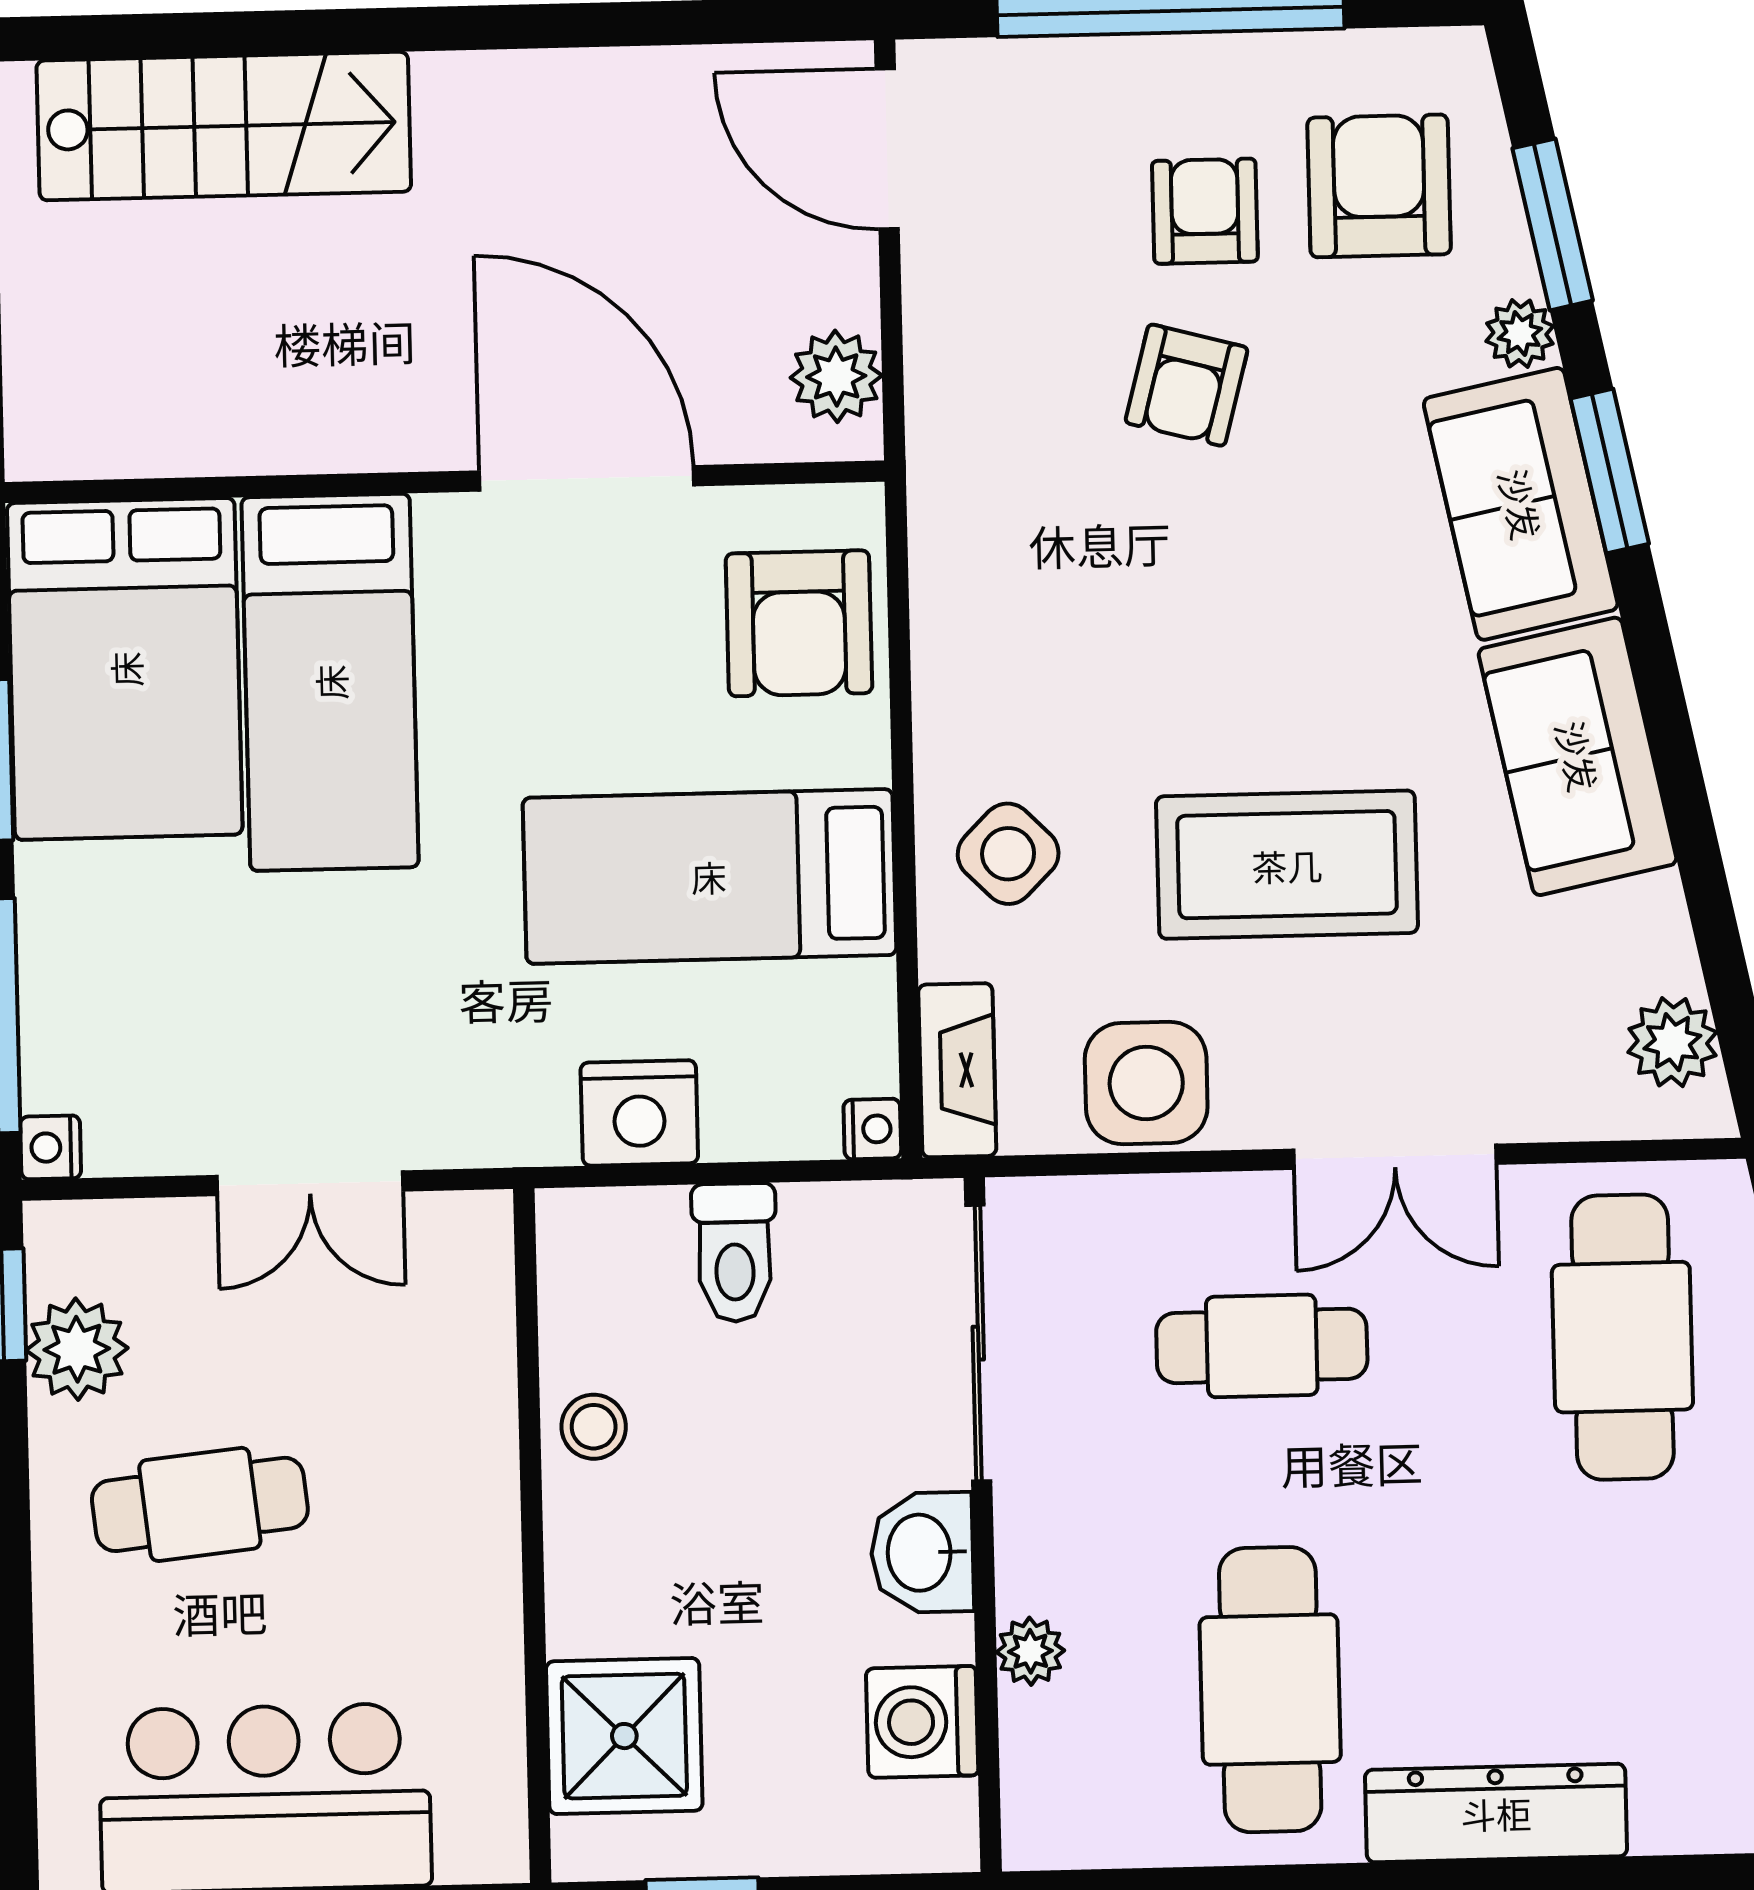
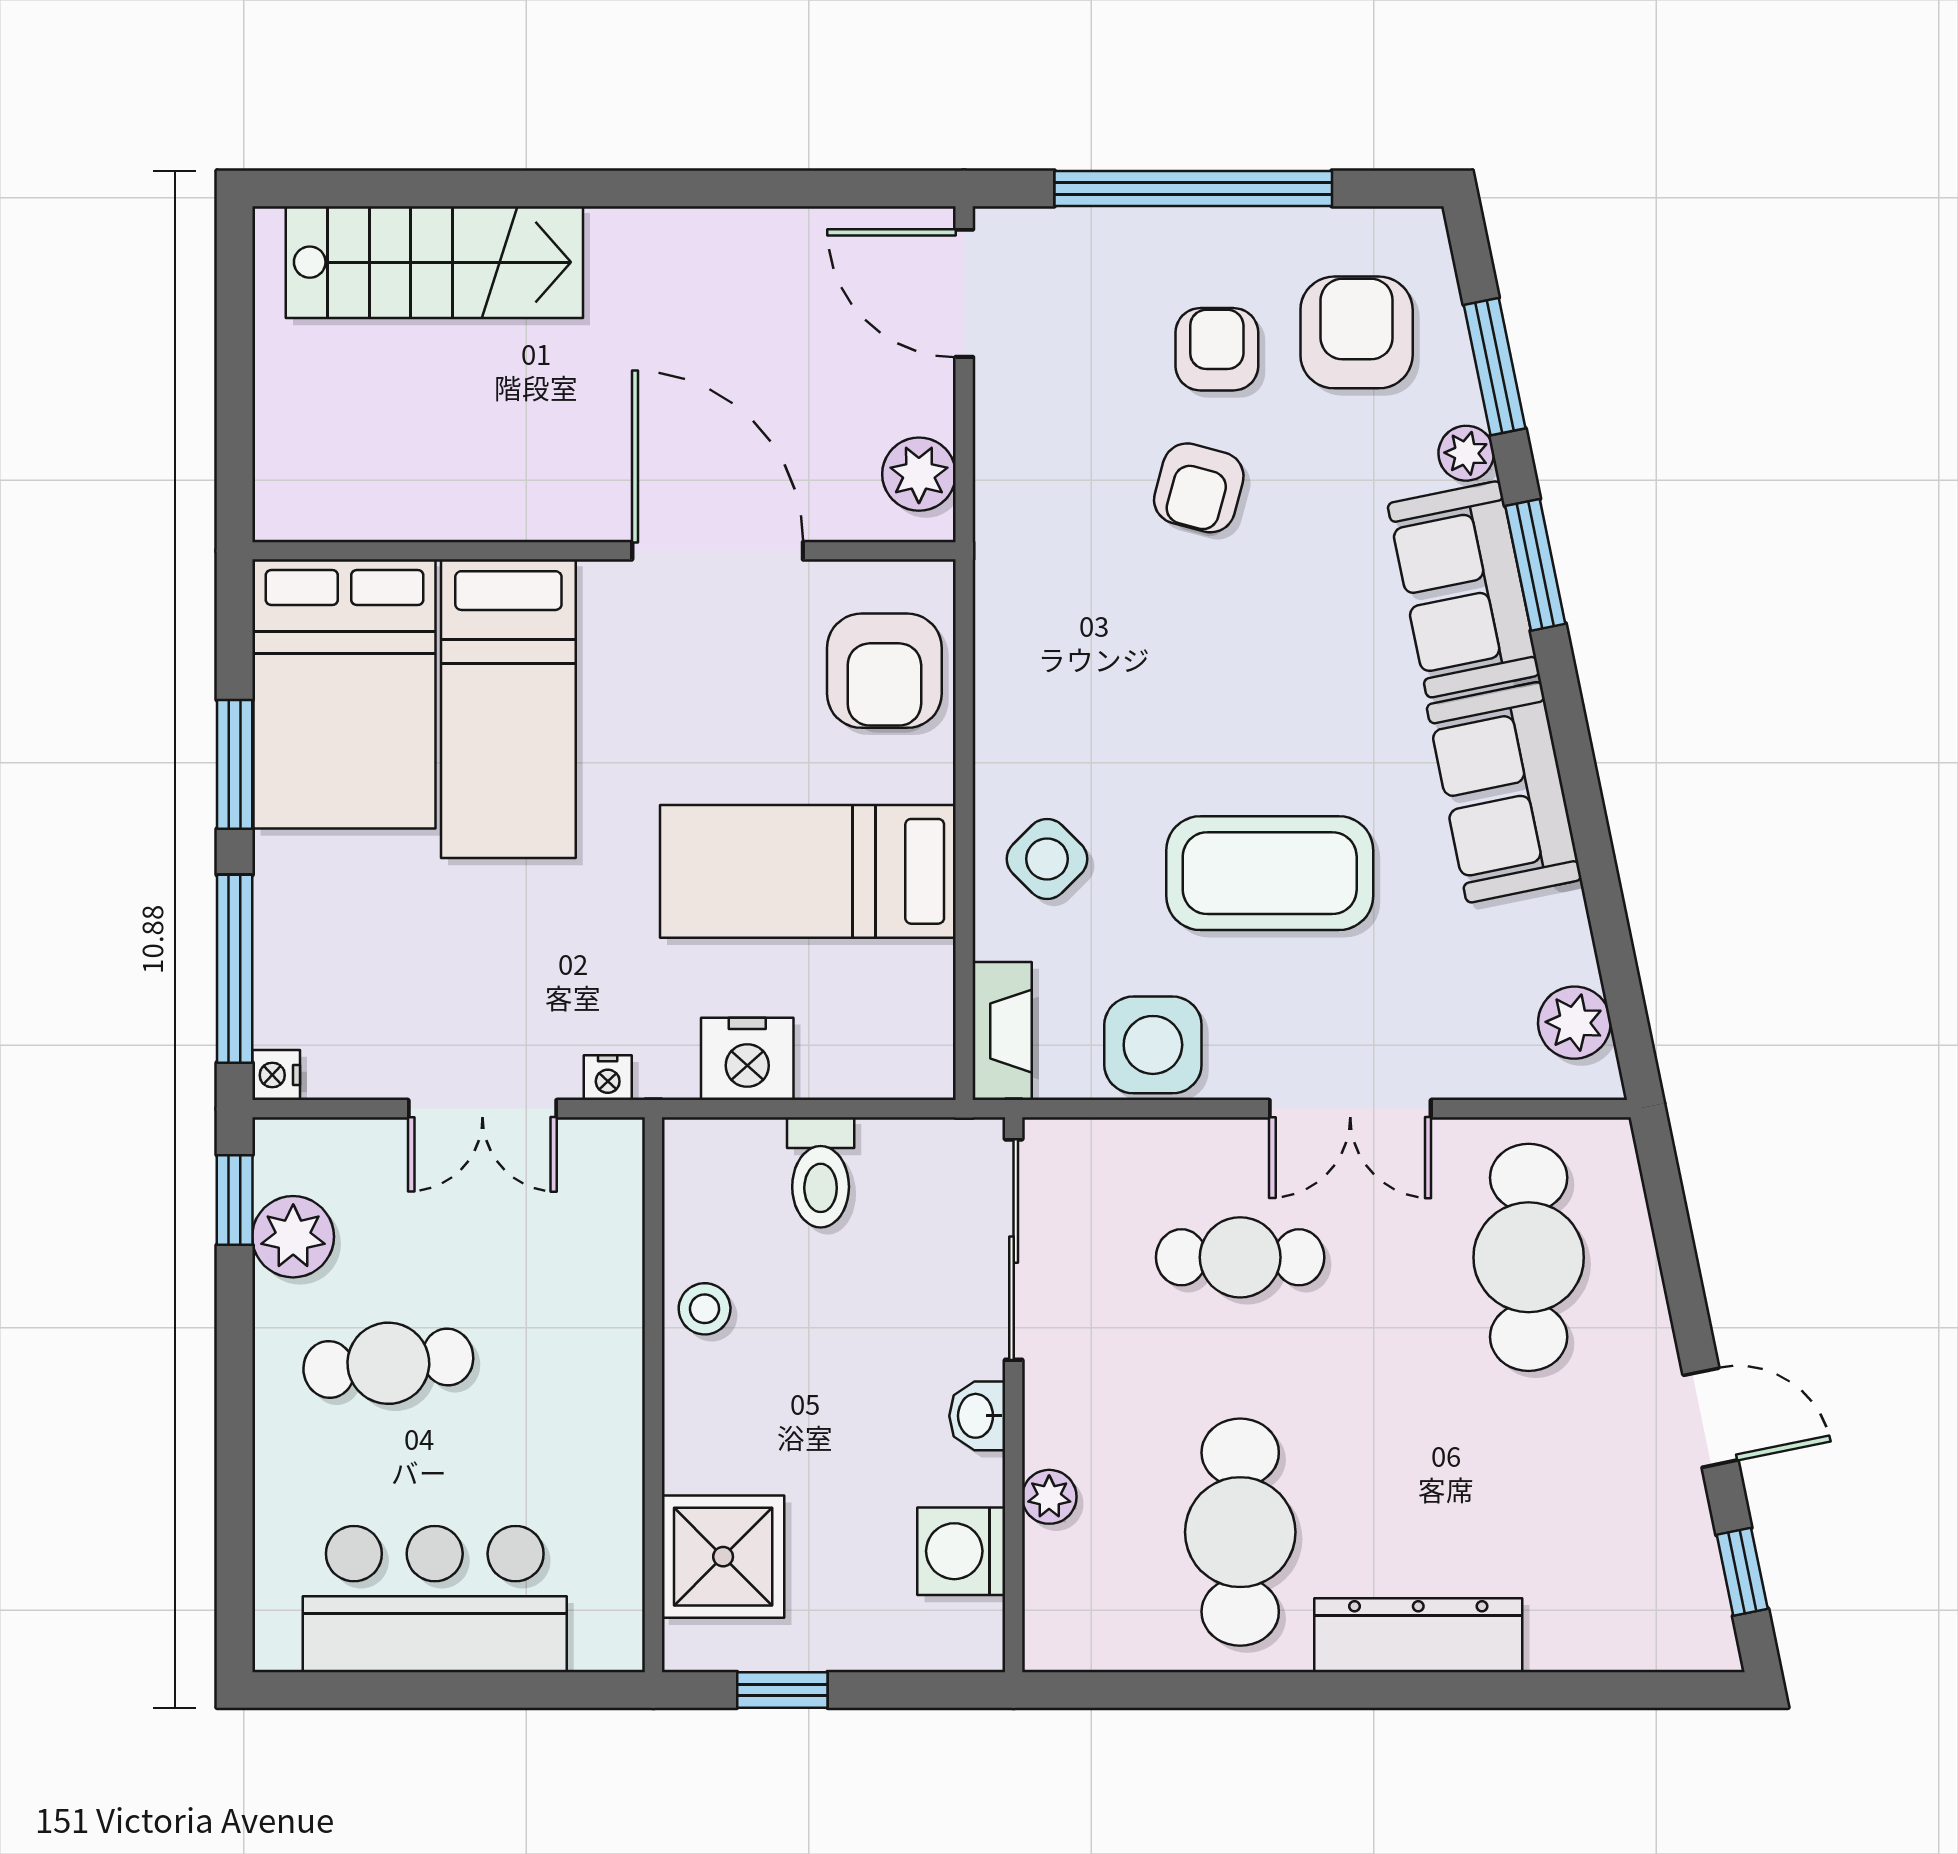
nightstand: (872, 1129) -> (608, 1078), moved, turned 90
washbasin: (922, 1553) -> (977, 1416), width x0.72, depth x0.69

